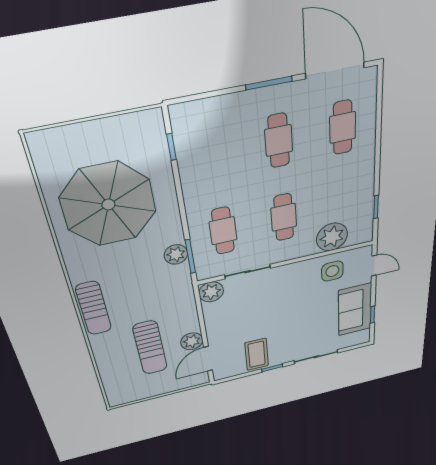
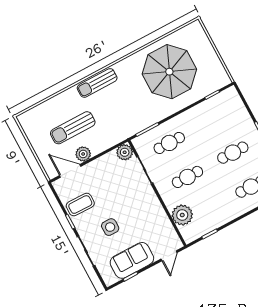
plant: (176, 254) -> (147, 120), removed
side table: (332, 271) -> (110, 227), moved

